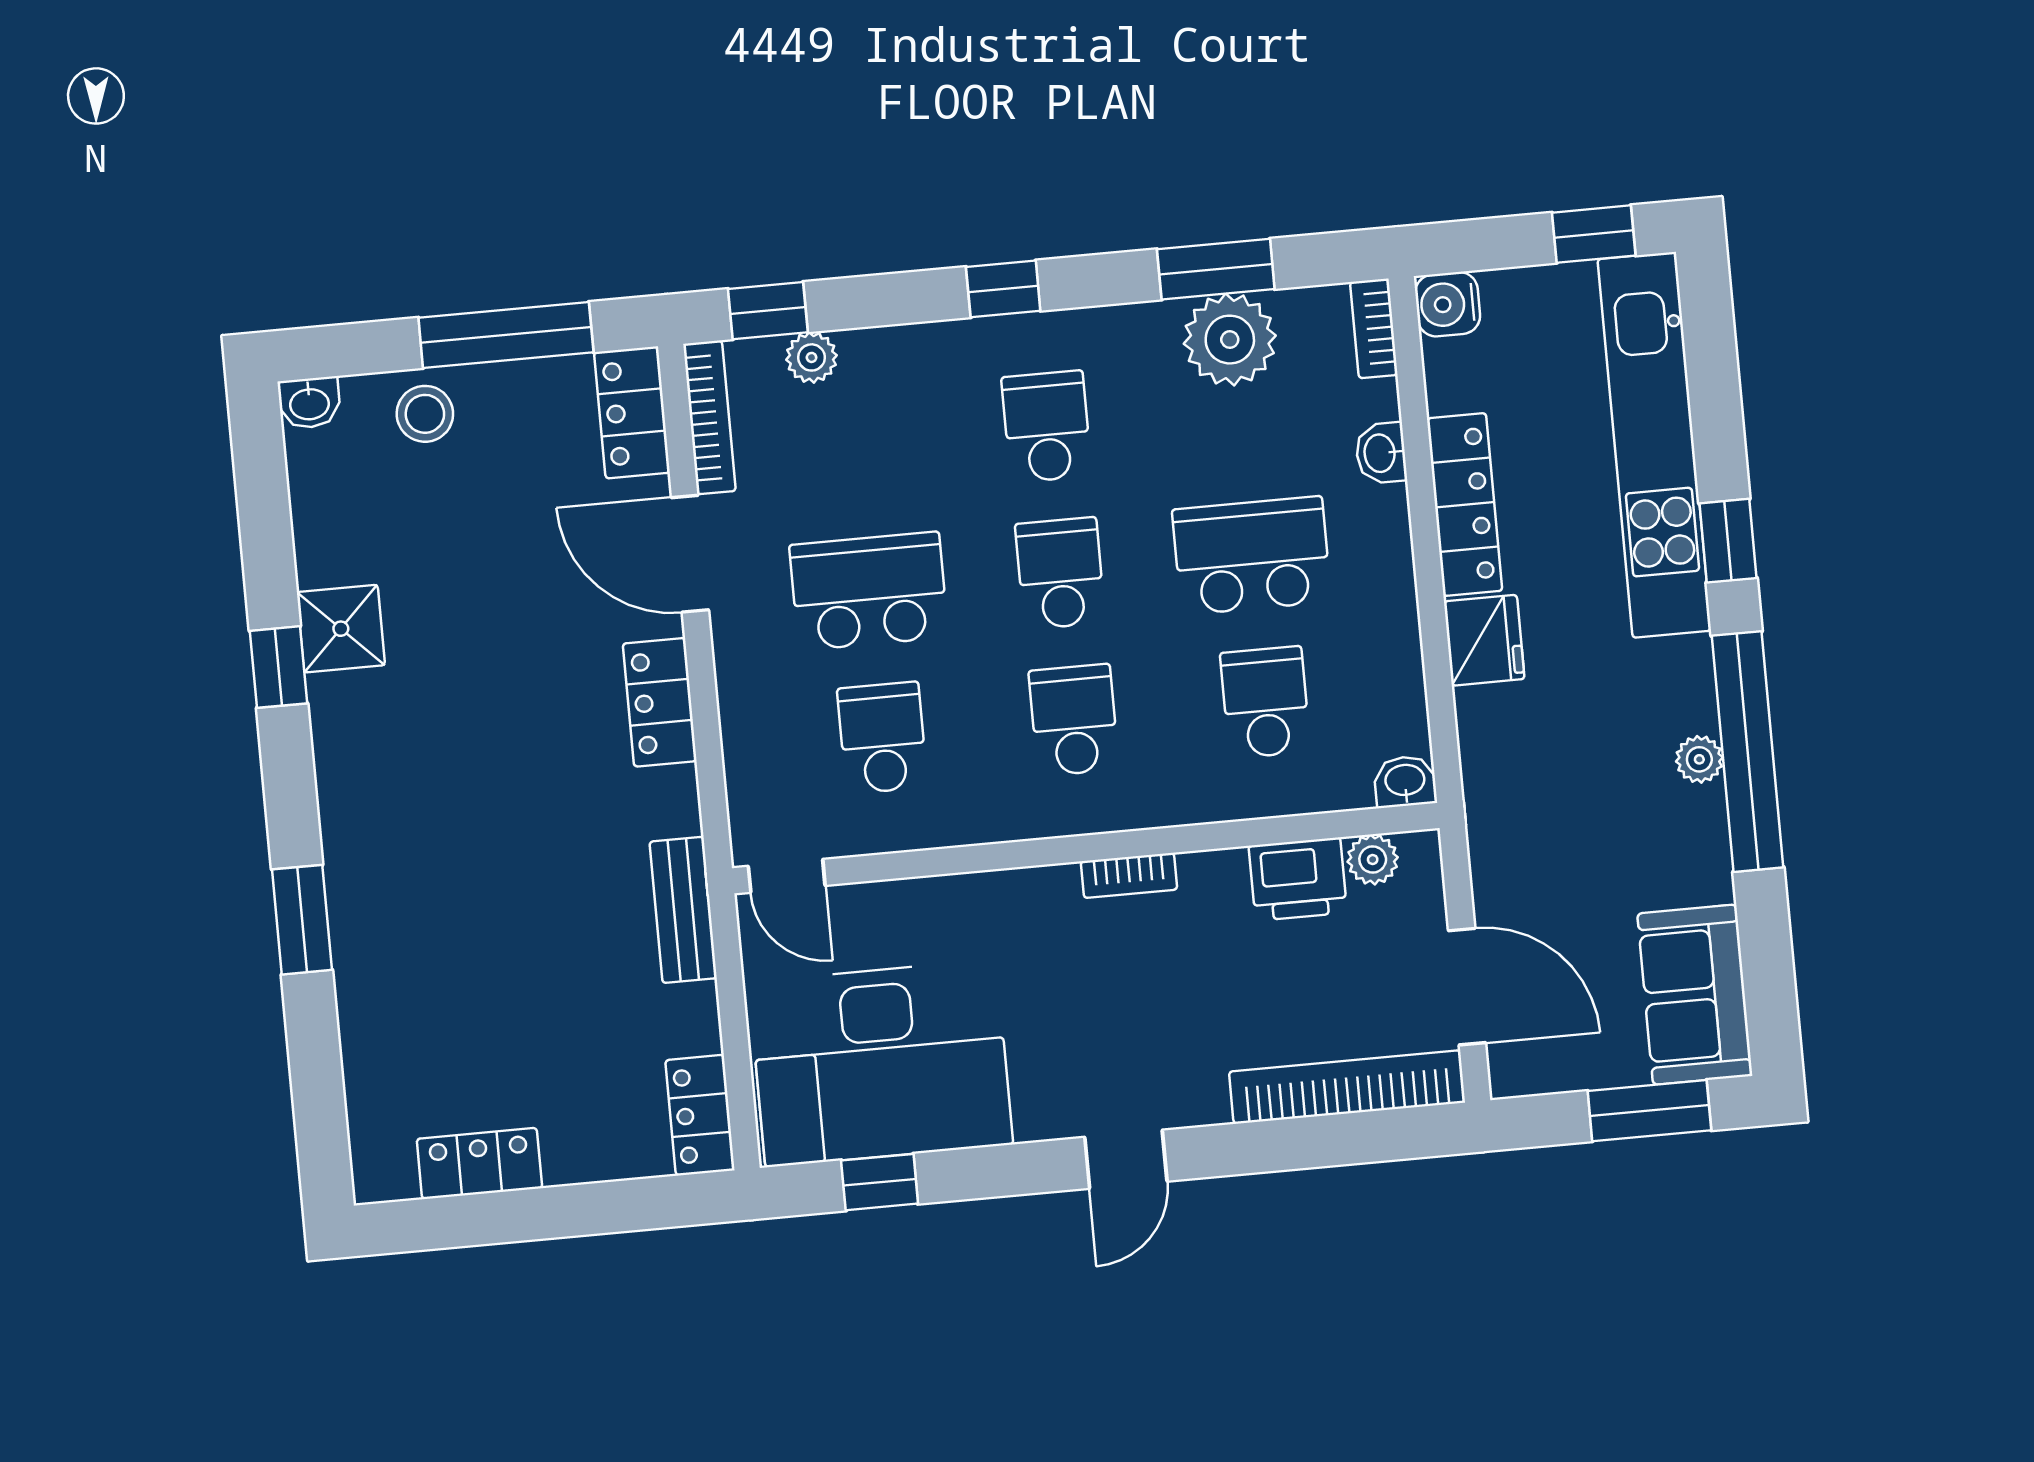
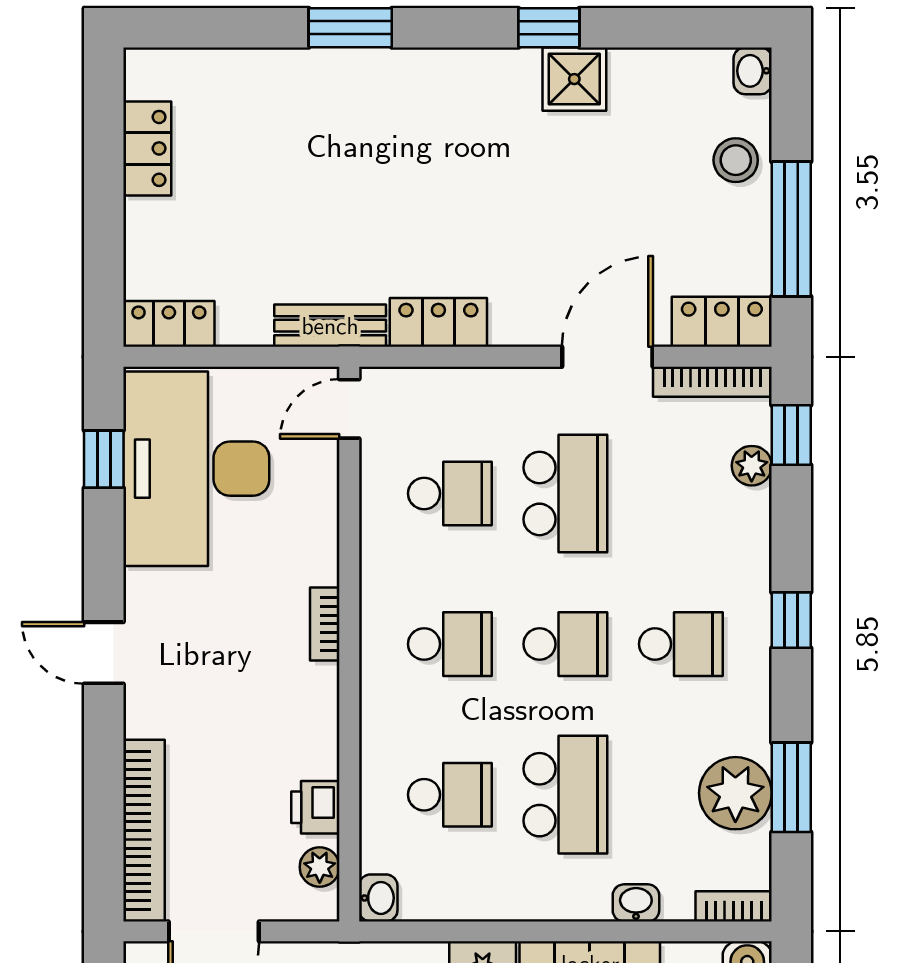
locker: (660, 702) -> (438, 322), moved
bookcase: (1129, 875) -> (325, 624), moved
printer: (1298, 879) -> (315, 807), width x0.73, depth x0.81

